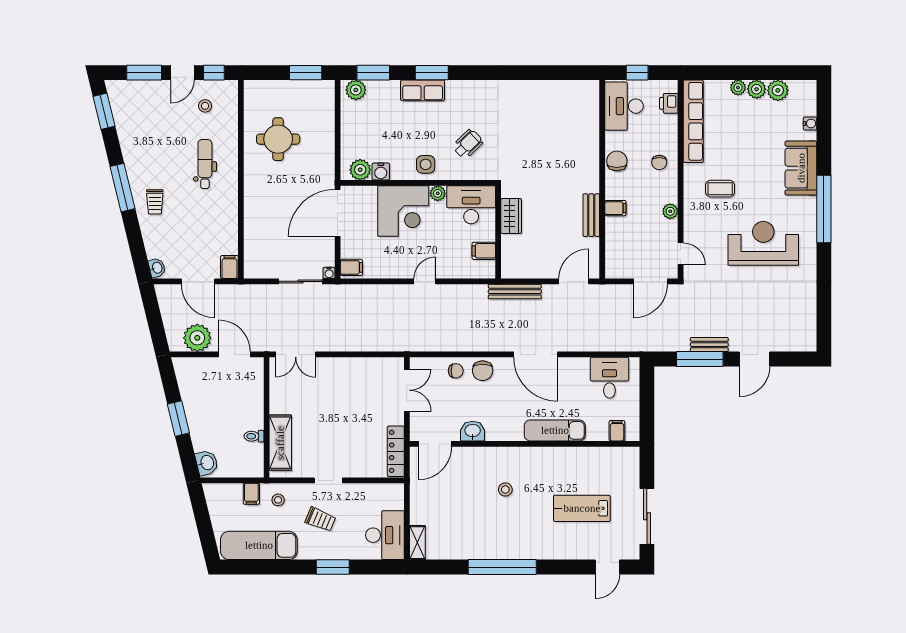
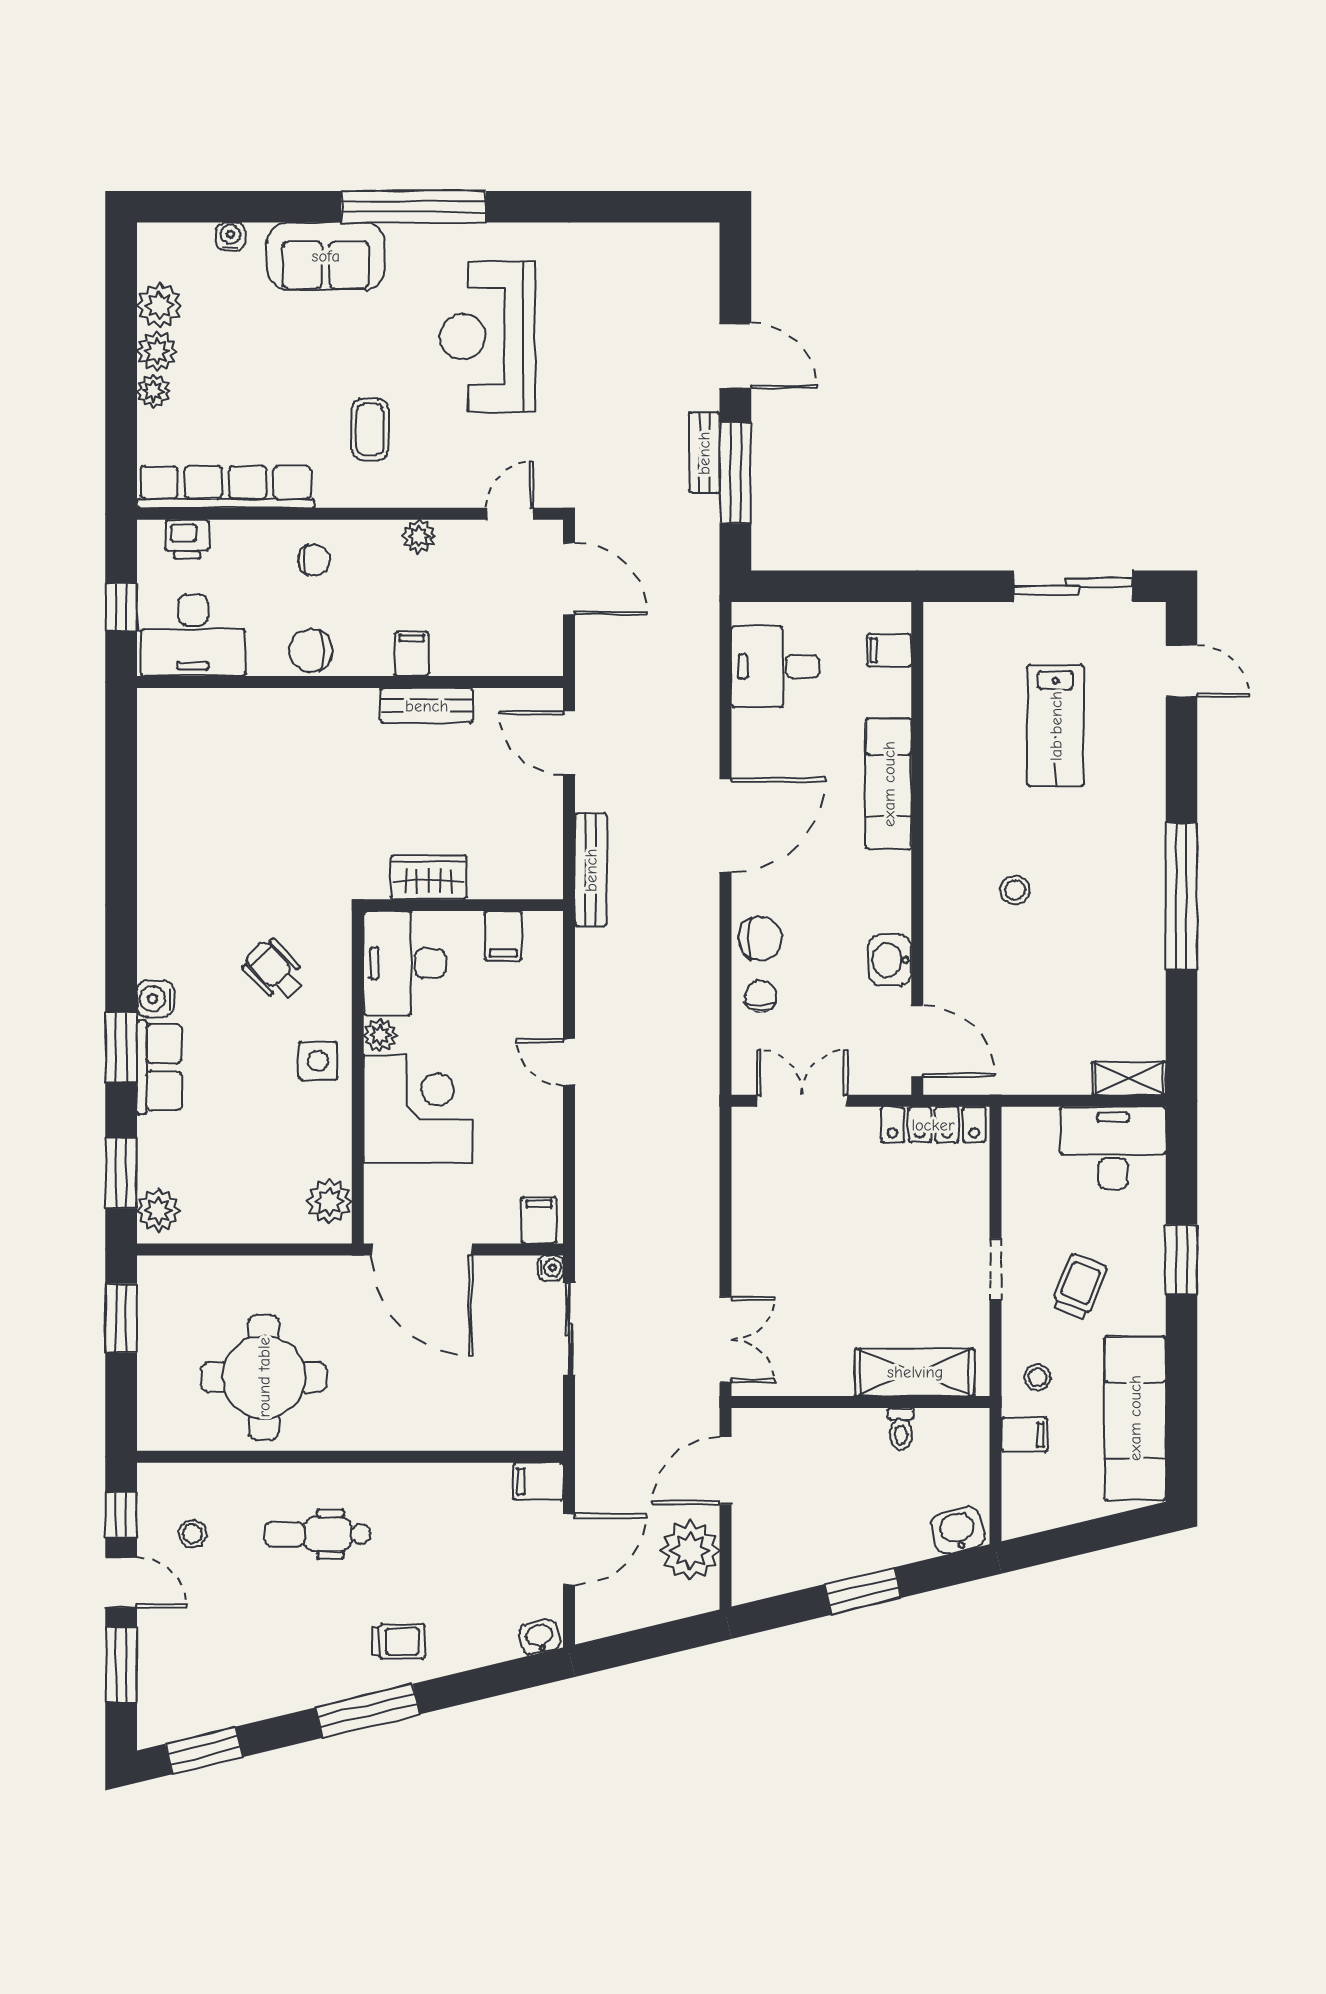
round table: (278, 139) -> (264, 1377), width x1.36, depth x1.36
water cooler: (381, 172) -> (155, 999), moved, turned 180

